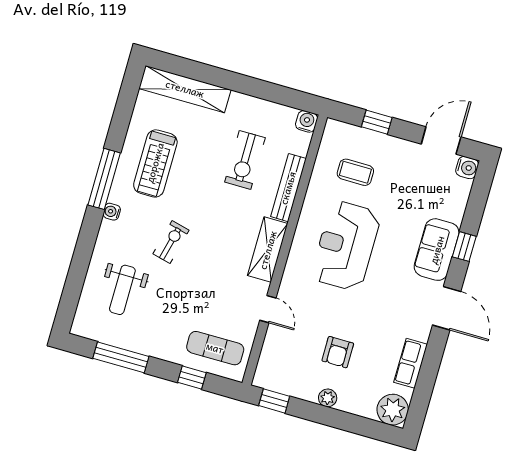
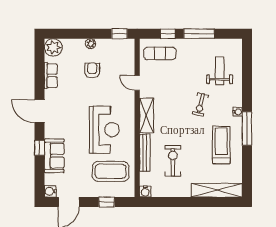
coffee table: (355, 172) -> (111, 171), width x1.86, depth x1.72
sofa: (437, 250) -> (54, 156), moved
window: (121, 357) -> (199, 34), moved

